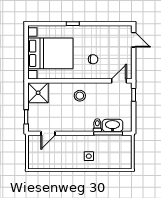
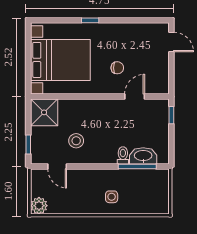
door: (119, 81) -> (135, 97), moved
stool: (80, 96) -> (76, 141), moved
door: (48, 133) -> (57, 167), hinge flipped
plant: (34, 163) -> (39, 206), added

